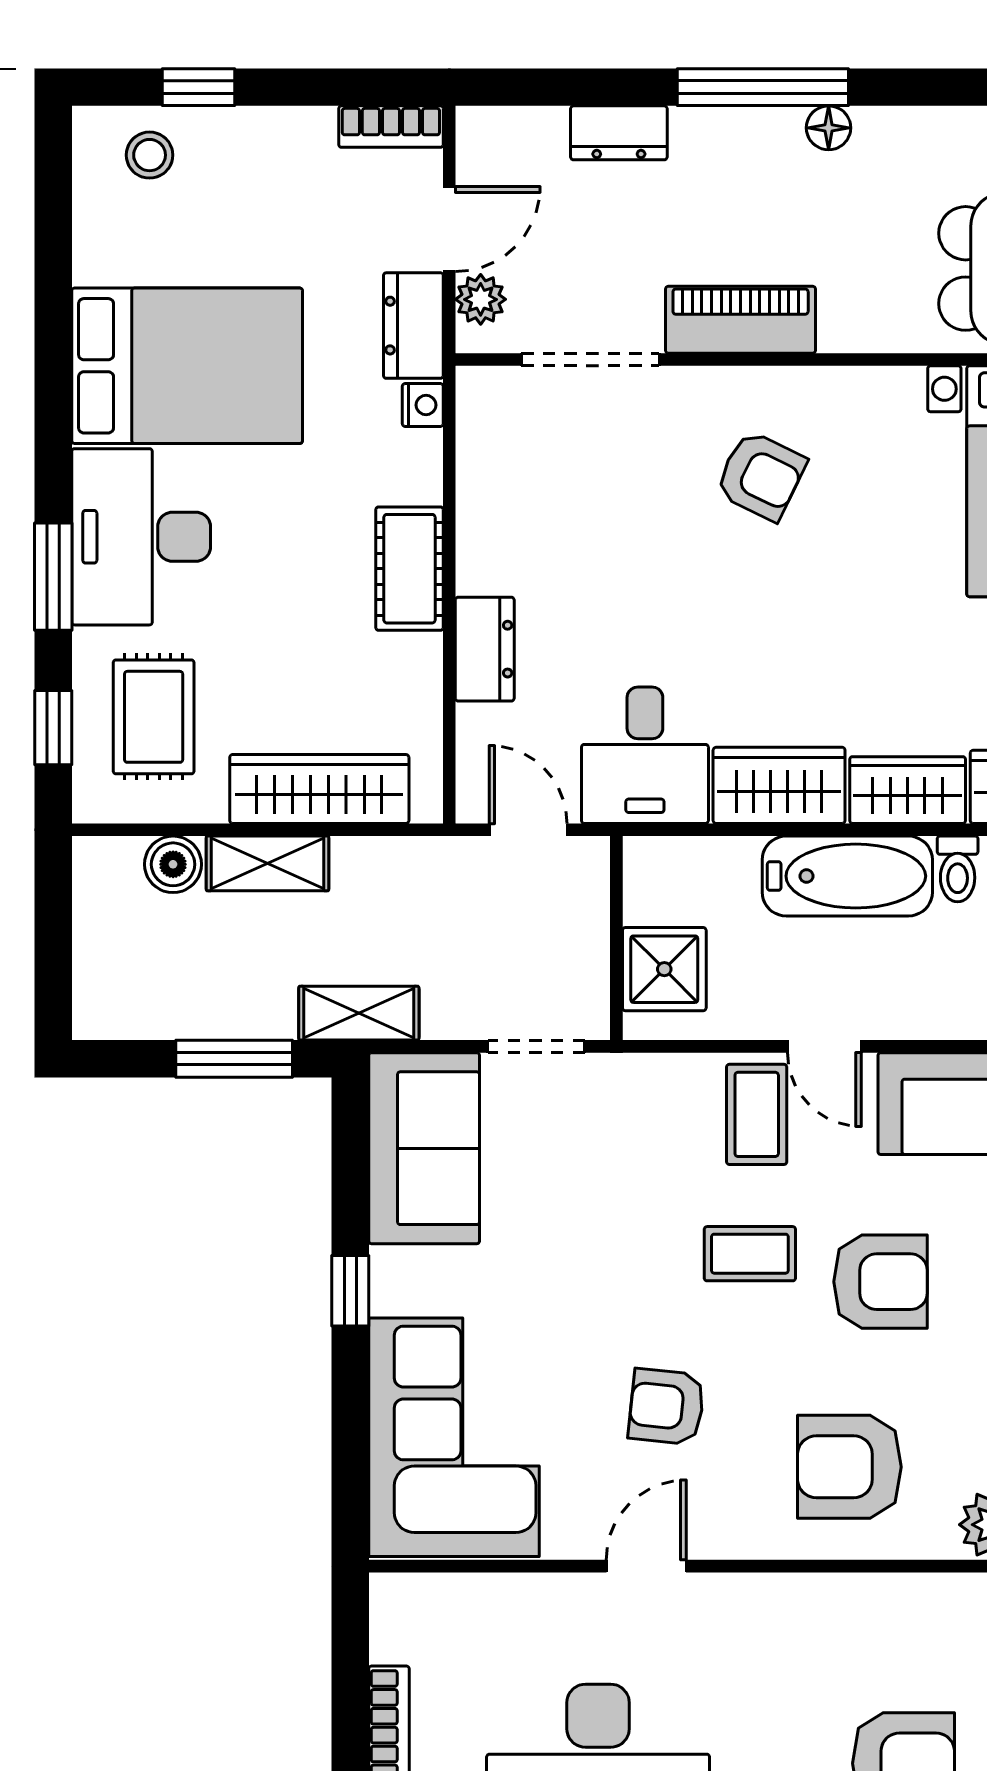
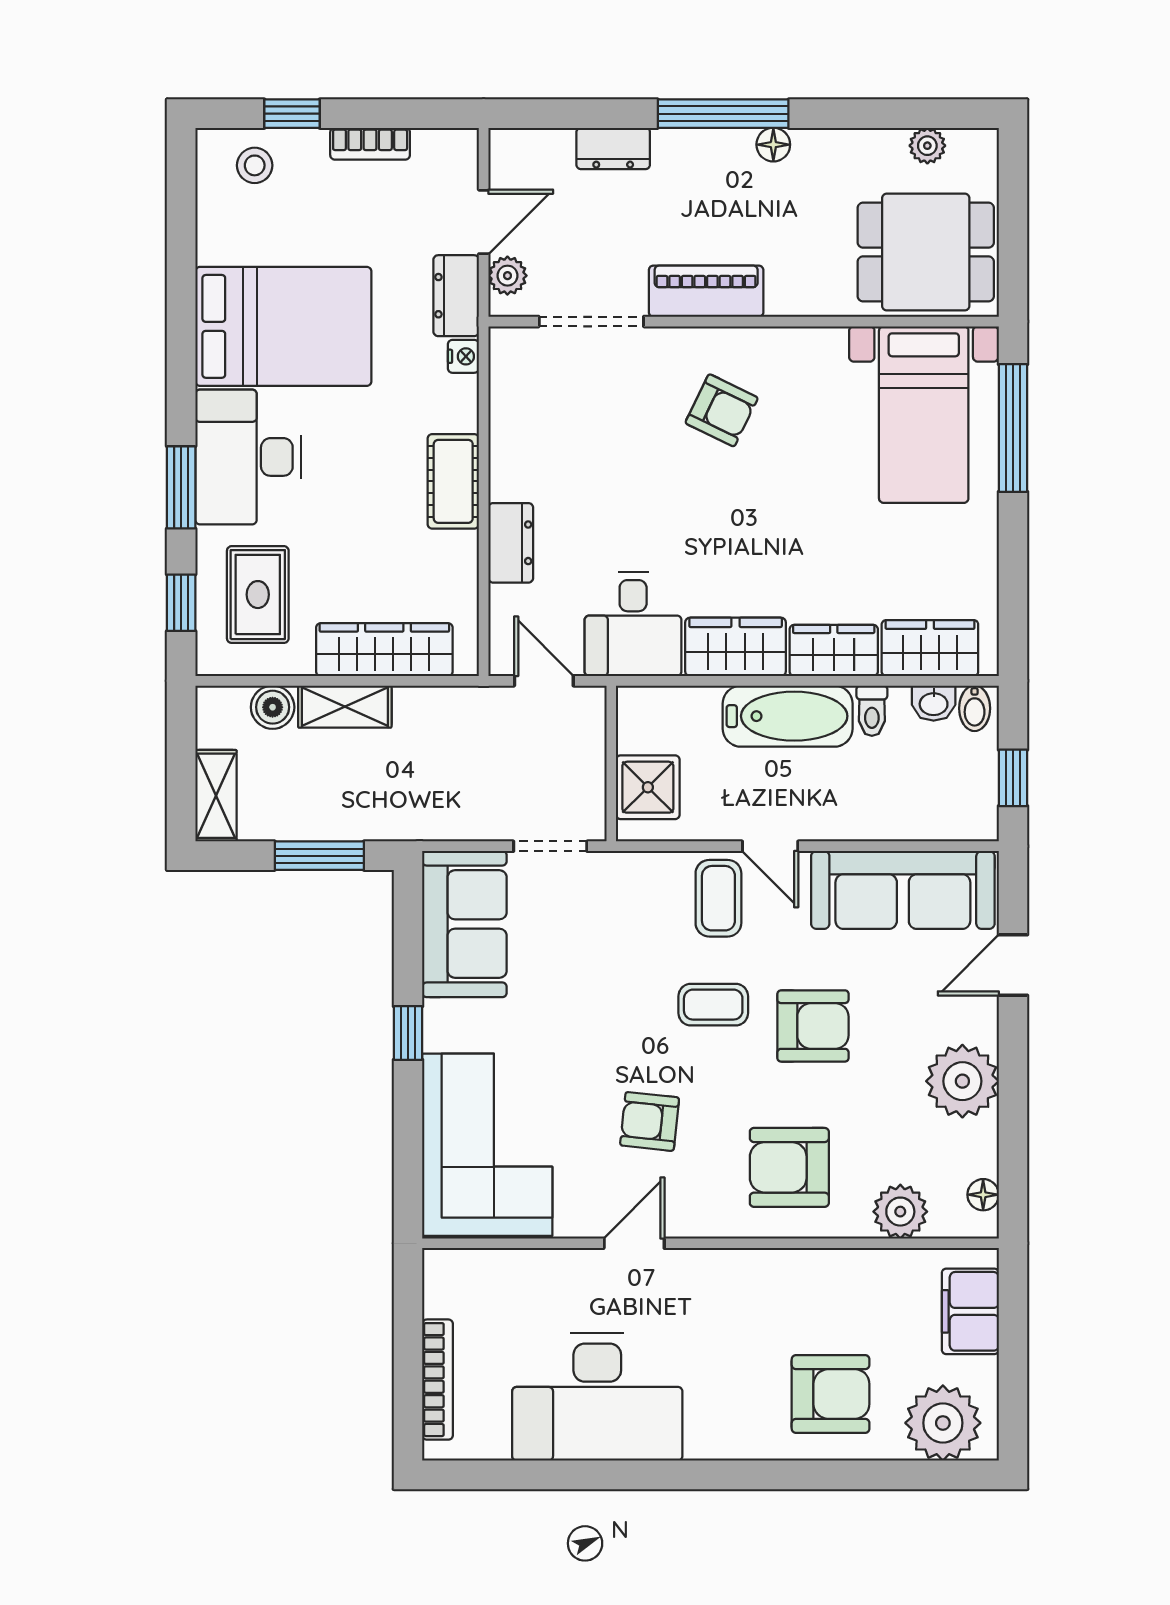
bookcase: (391, 127) -> (370, 144), moved
shelving: (359, 1013) -> (216, 796), moved, turned 90

